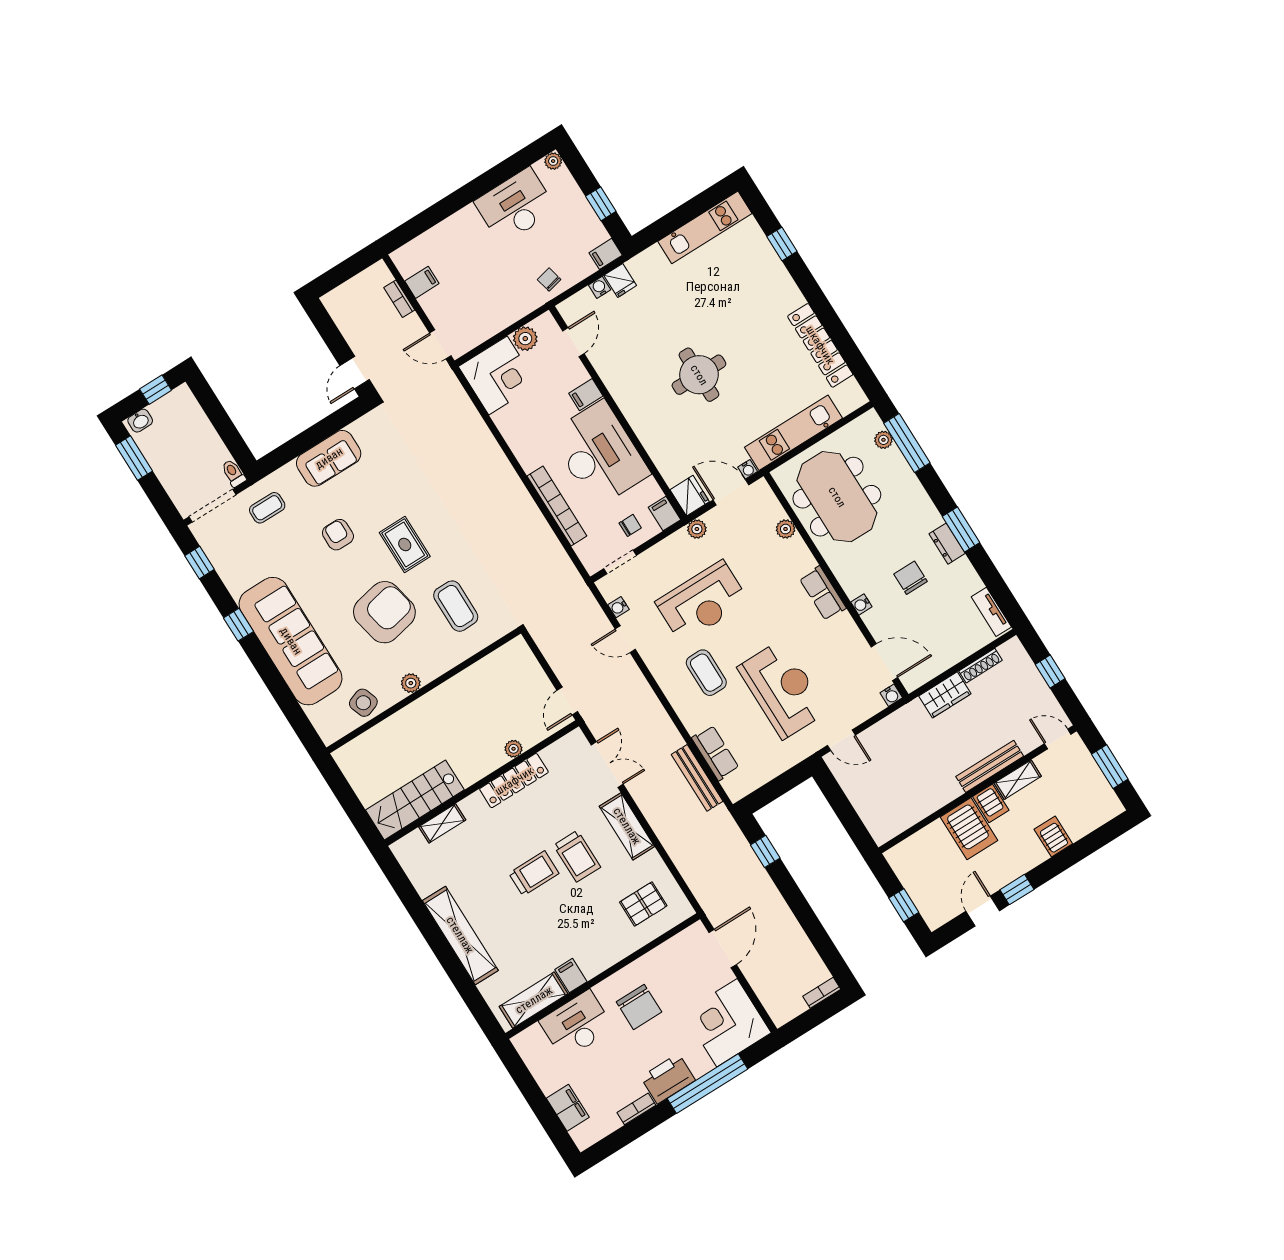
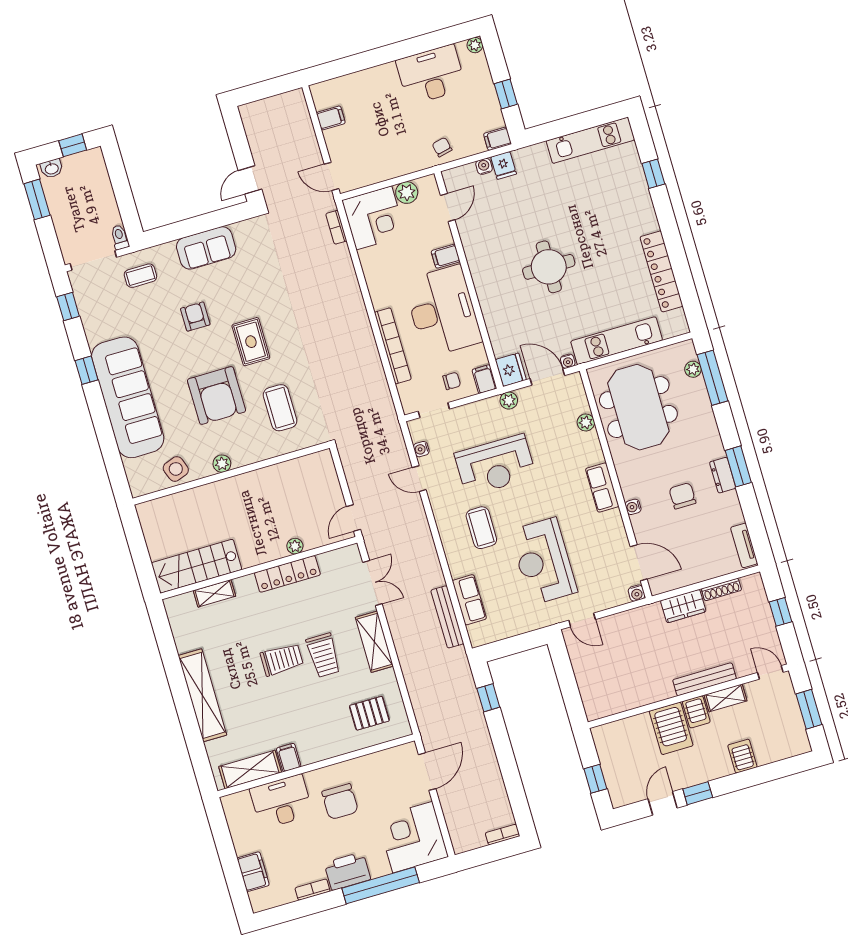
bookcase: (399, 299) -> (336, 227), moved
armchair: (384, 612) -> (216, 395), turned 102
reception desk: (782, 689) -> (543, 561), turned 180

